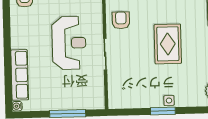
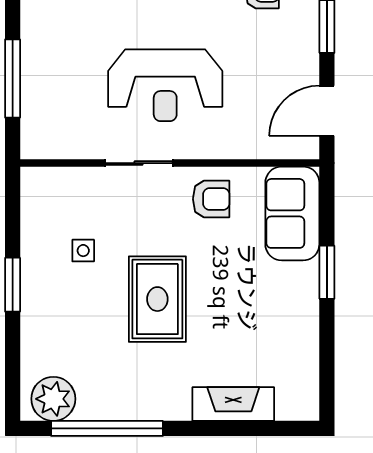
rug: (168, 44) -> (157, 299), turned 90
side table: (169, 101) -> (83, 251), moved

